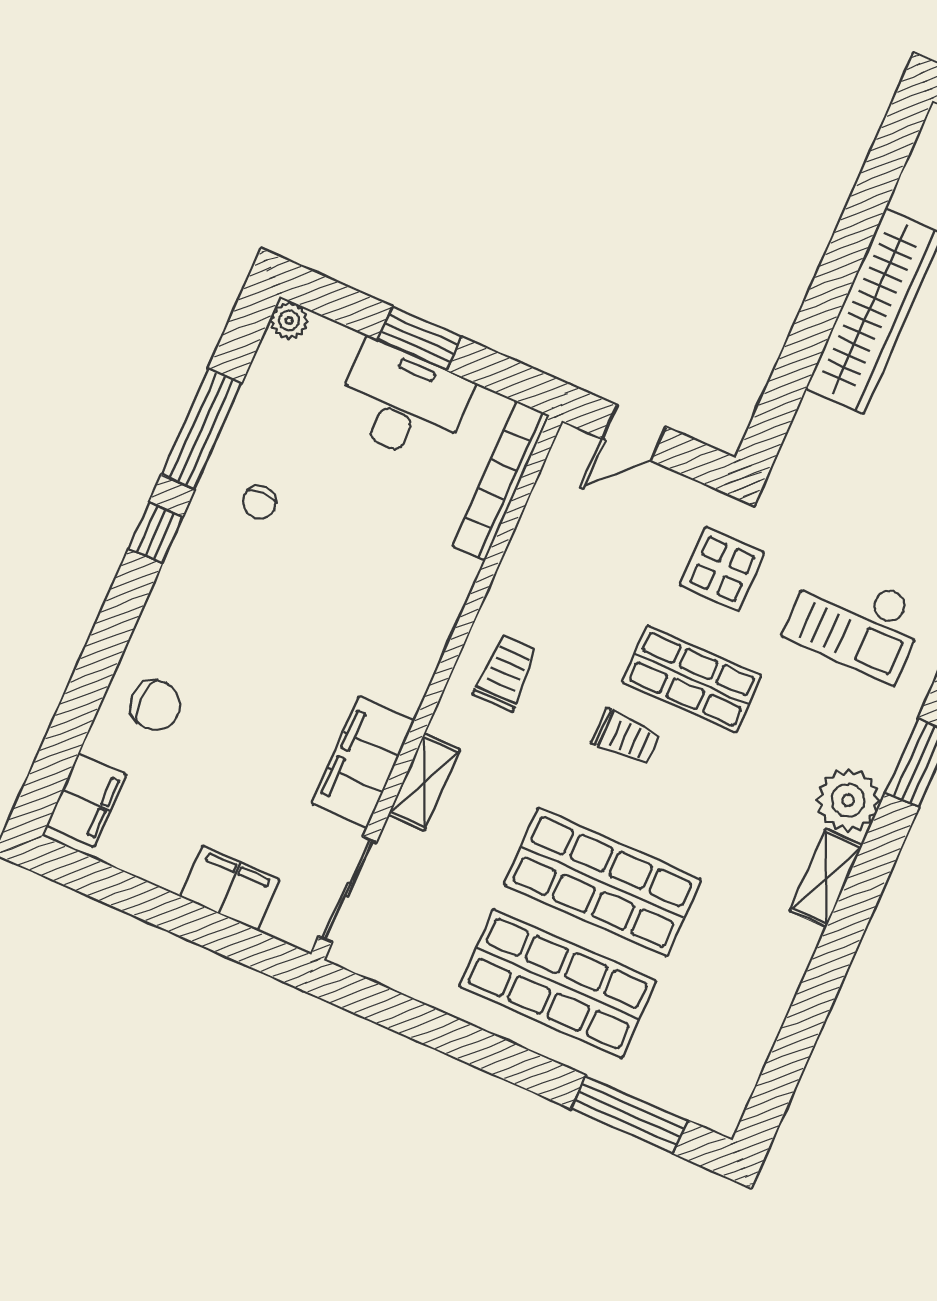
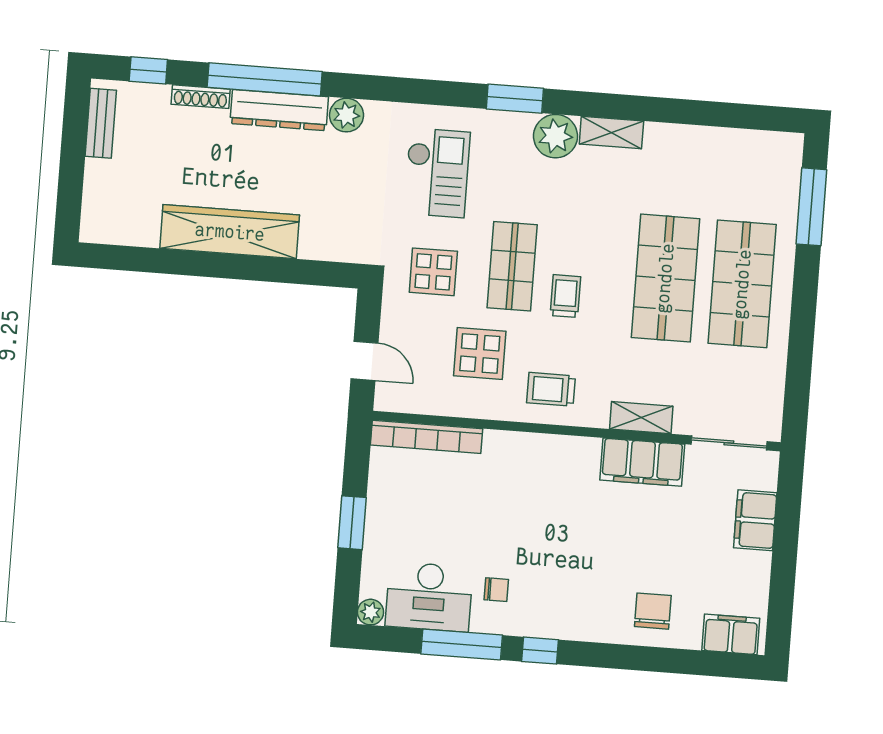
desk: (403, 402) -> (429, 597), moved, turned -90
display table: (589, 593) -> (480, 354), added

